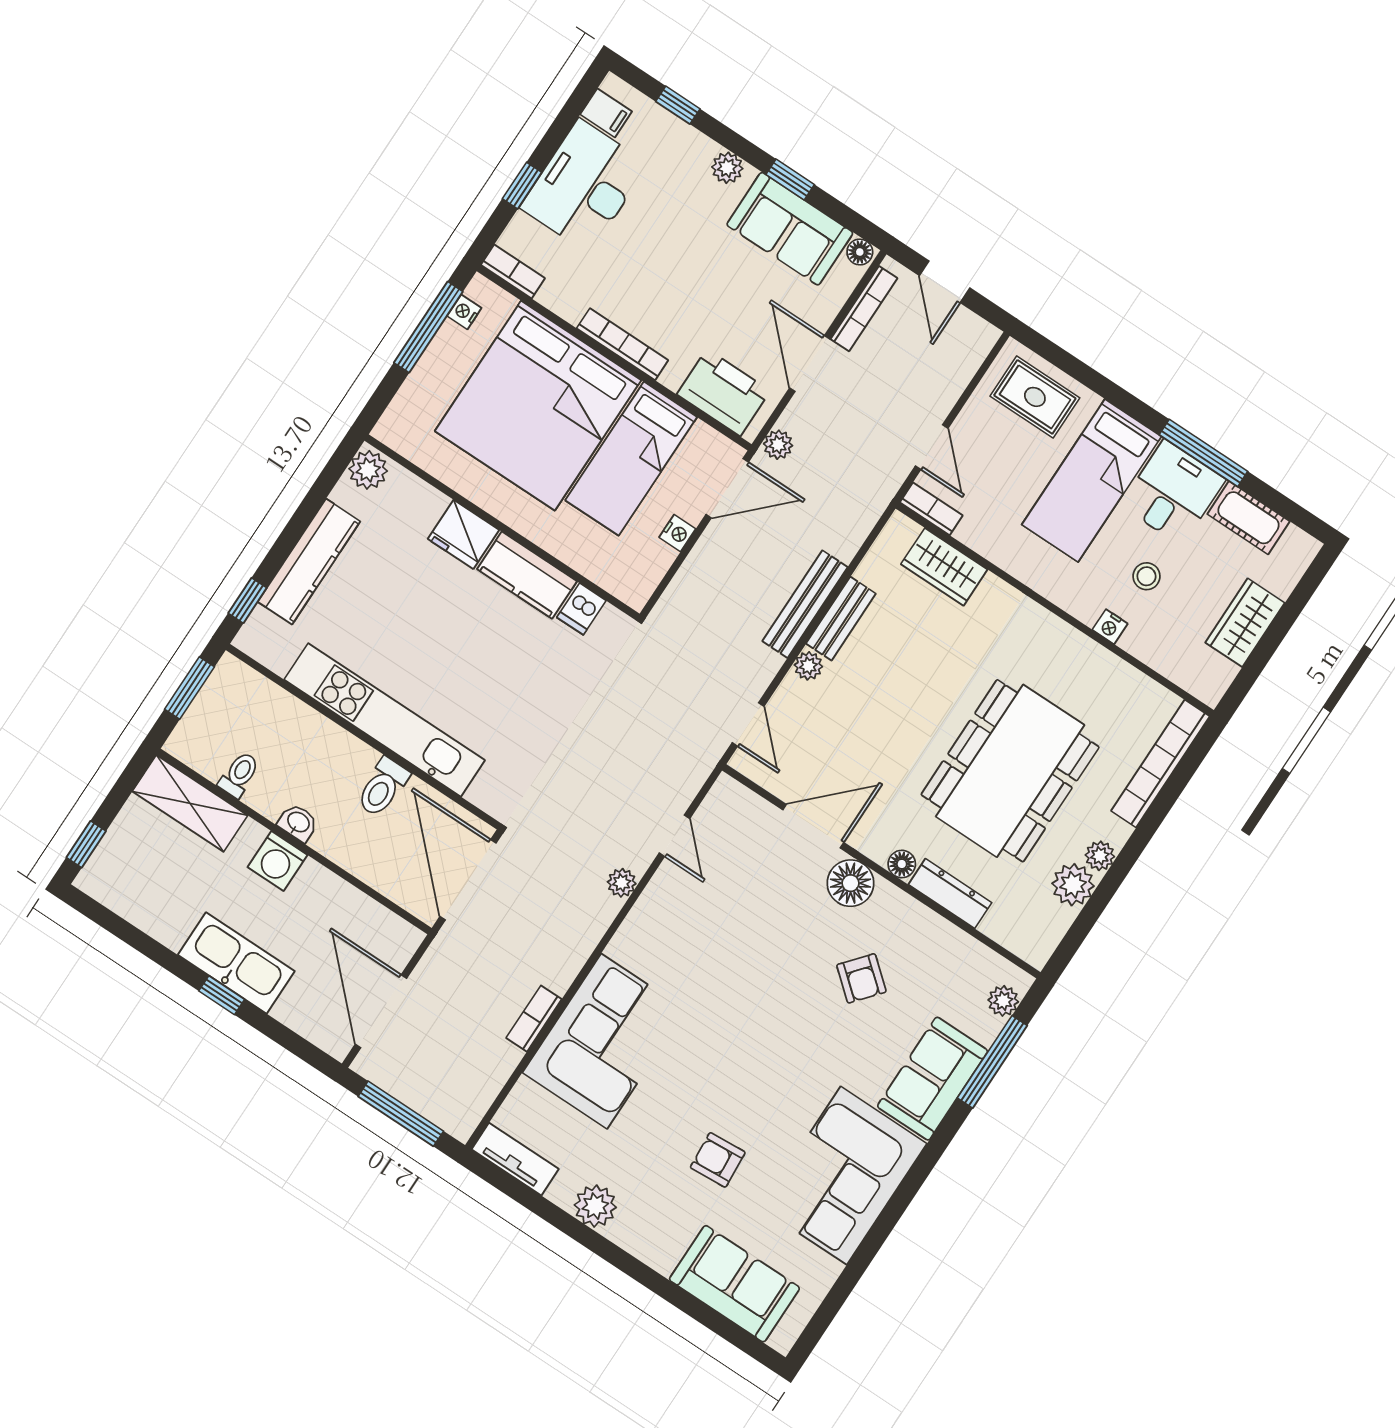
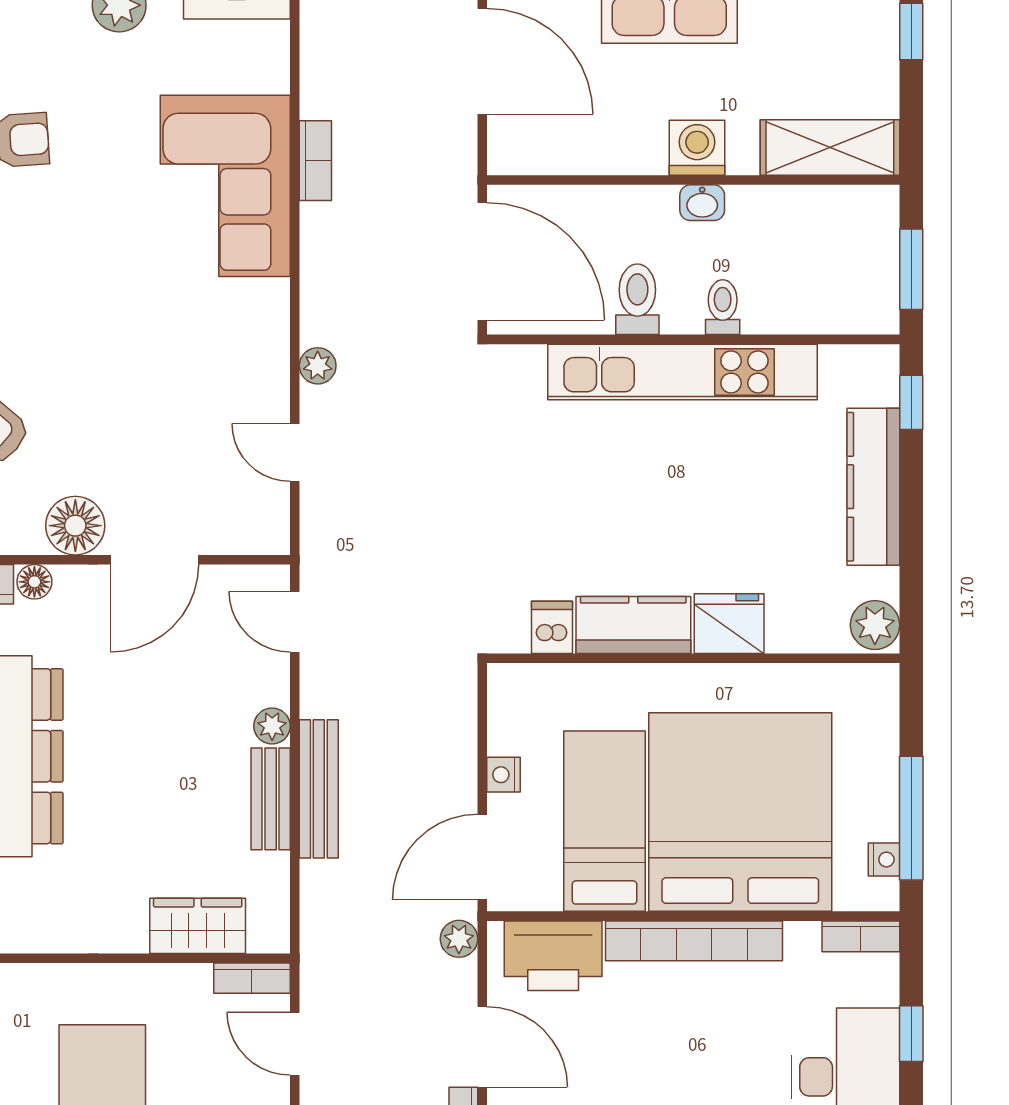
bookcase: (622, 344) -> (694, 941), width x1.48, depth x1.31
toilet: (239, 775) -> (723, 307), moved, turned 180

